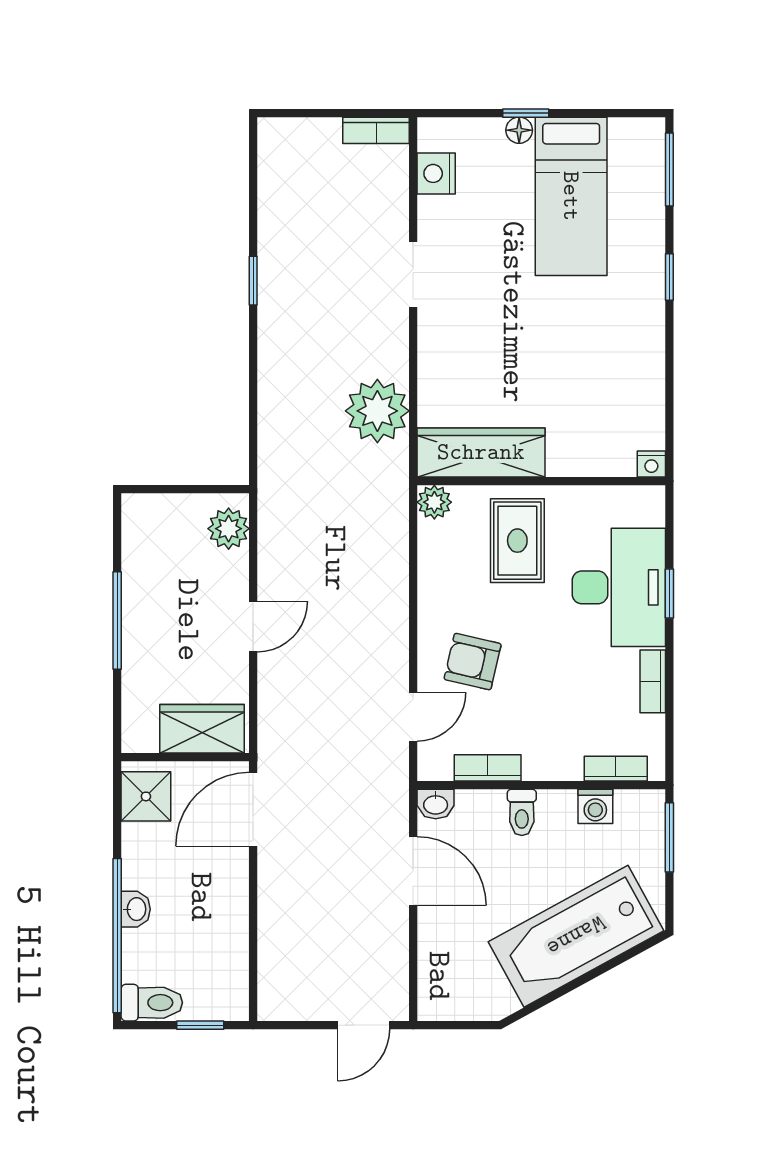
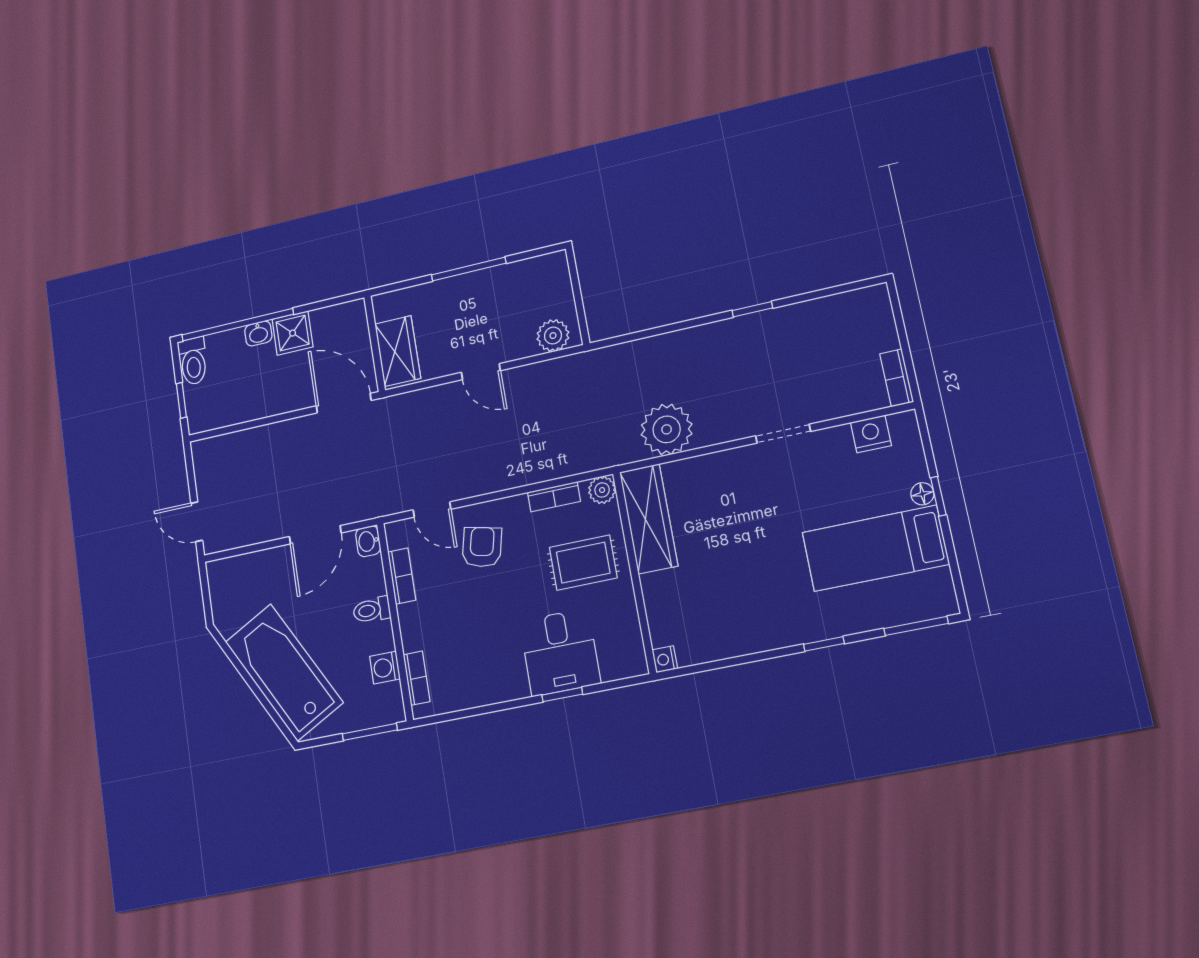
desk: (619, 587) -> (560, 652), width x0.73
bookcase: (653, 681) -> (554, 497), moved, turned 180
shower: (146, 796) -> (293, 333), moved

